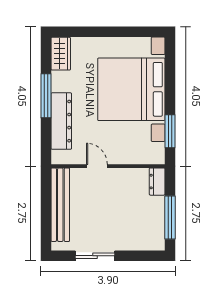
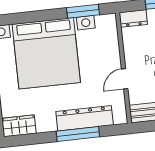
window: (46, 96) -> (78, 134), moved

